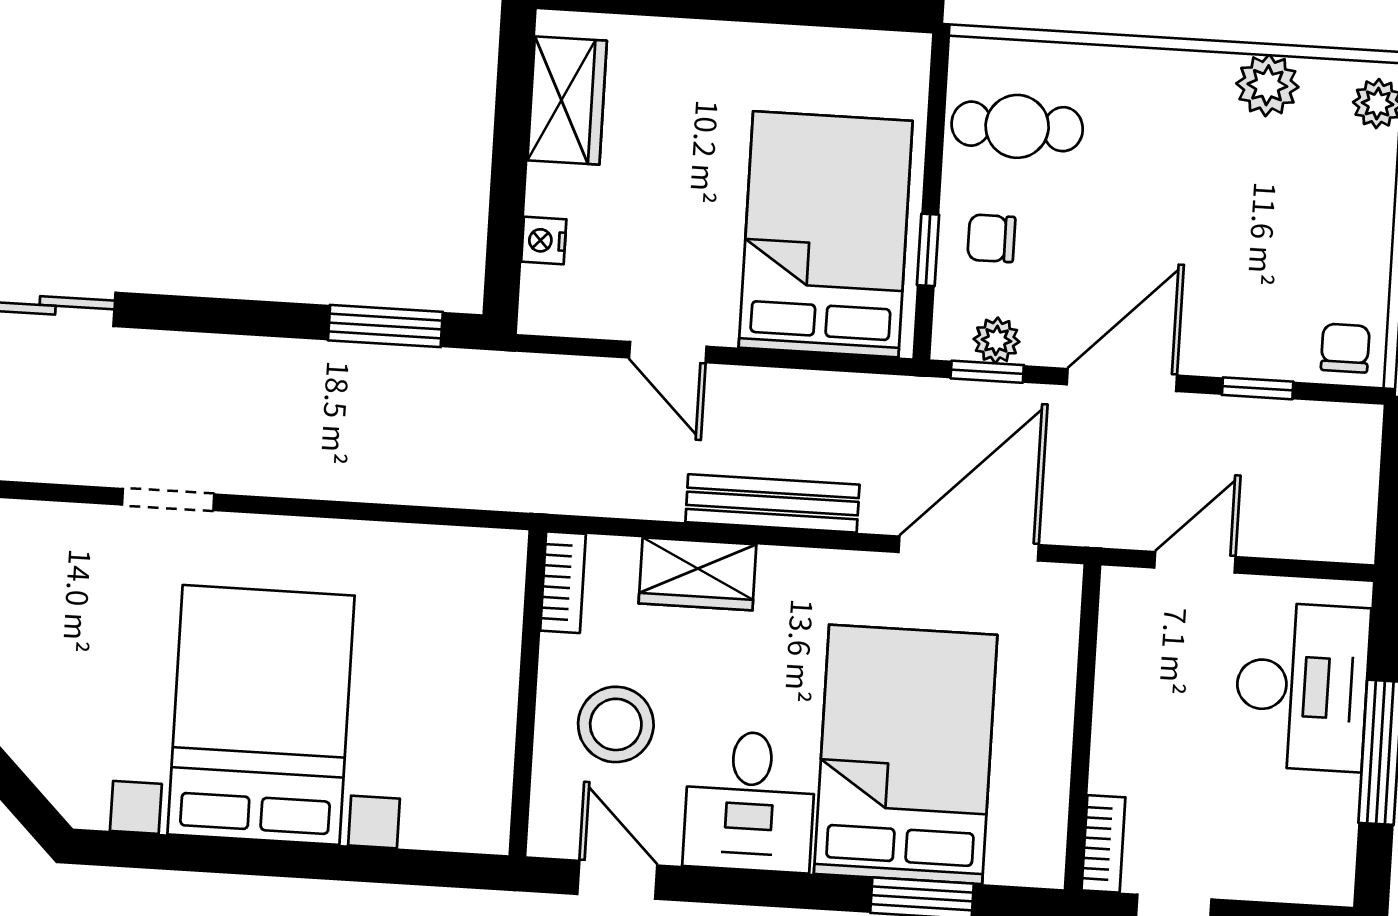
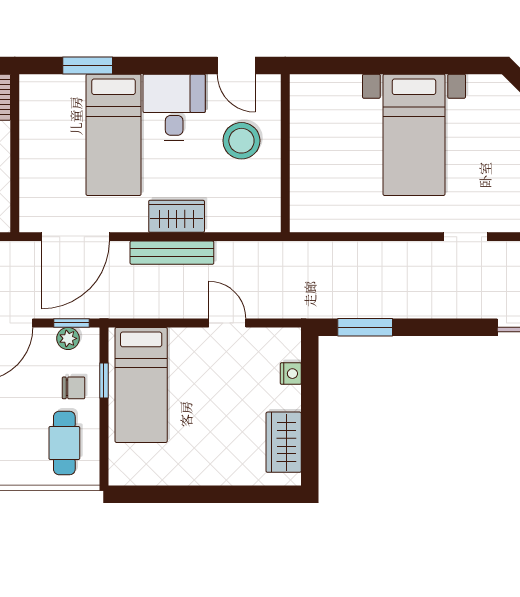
cafe table: (1017, 126) -> (64, 443), turned 90
bed: (826, 234) -> (141, 385), width x0.67
wardrobe: (698, 574) -> (177, 216), moved
bookcase: (563, 582) -> (271, 208), removed
bed with nightstands: (261, 715) -> (414, 135), width x0.73
bed: (906, 754) -> (114, 135), width x0.67

